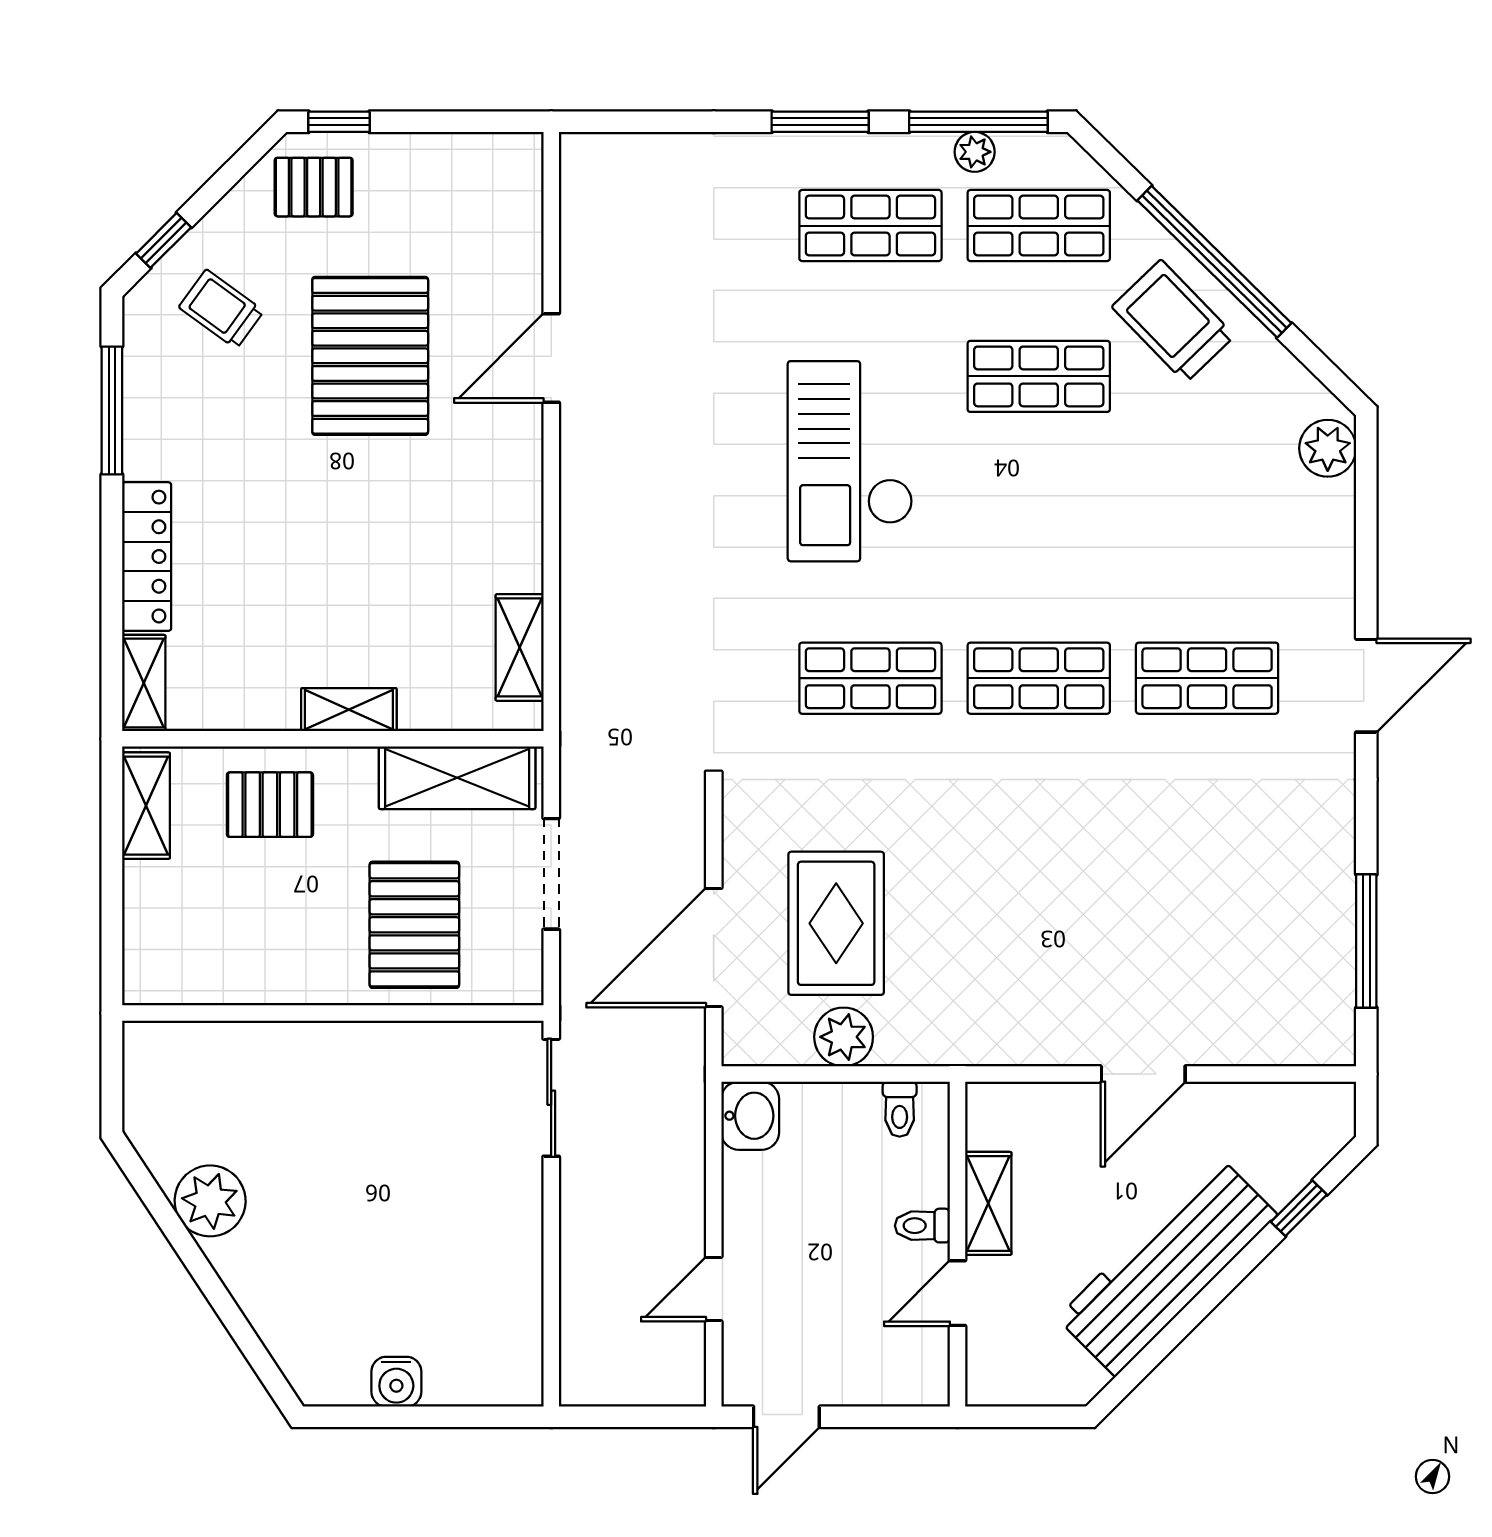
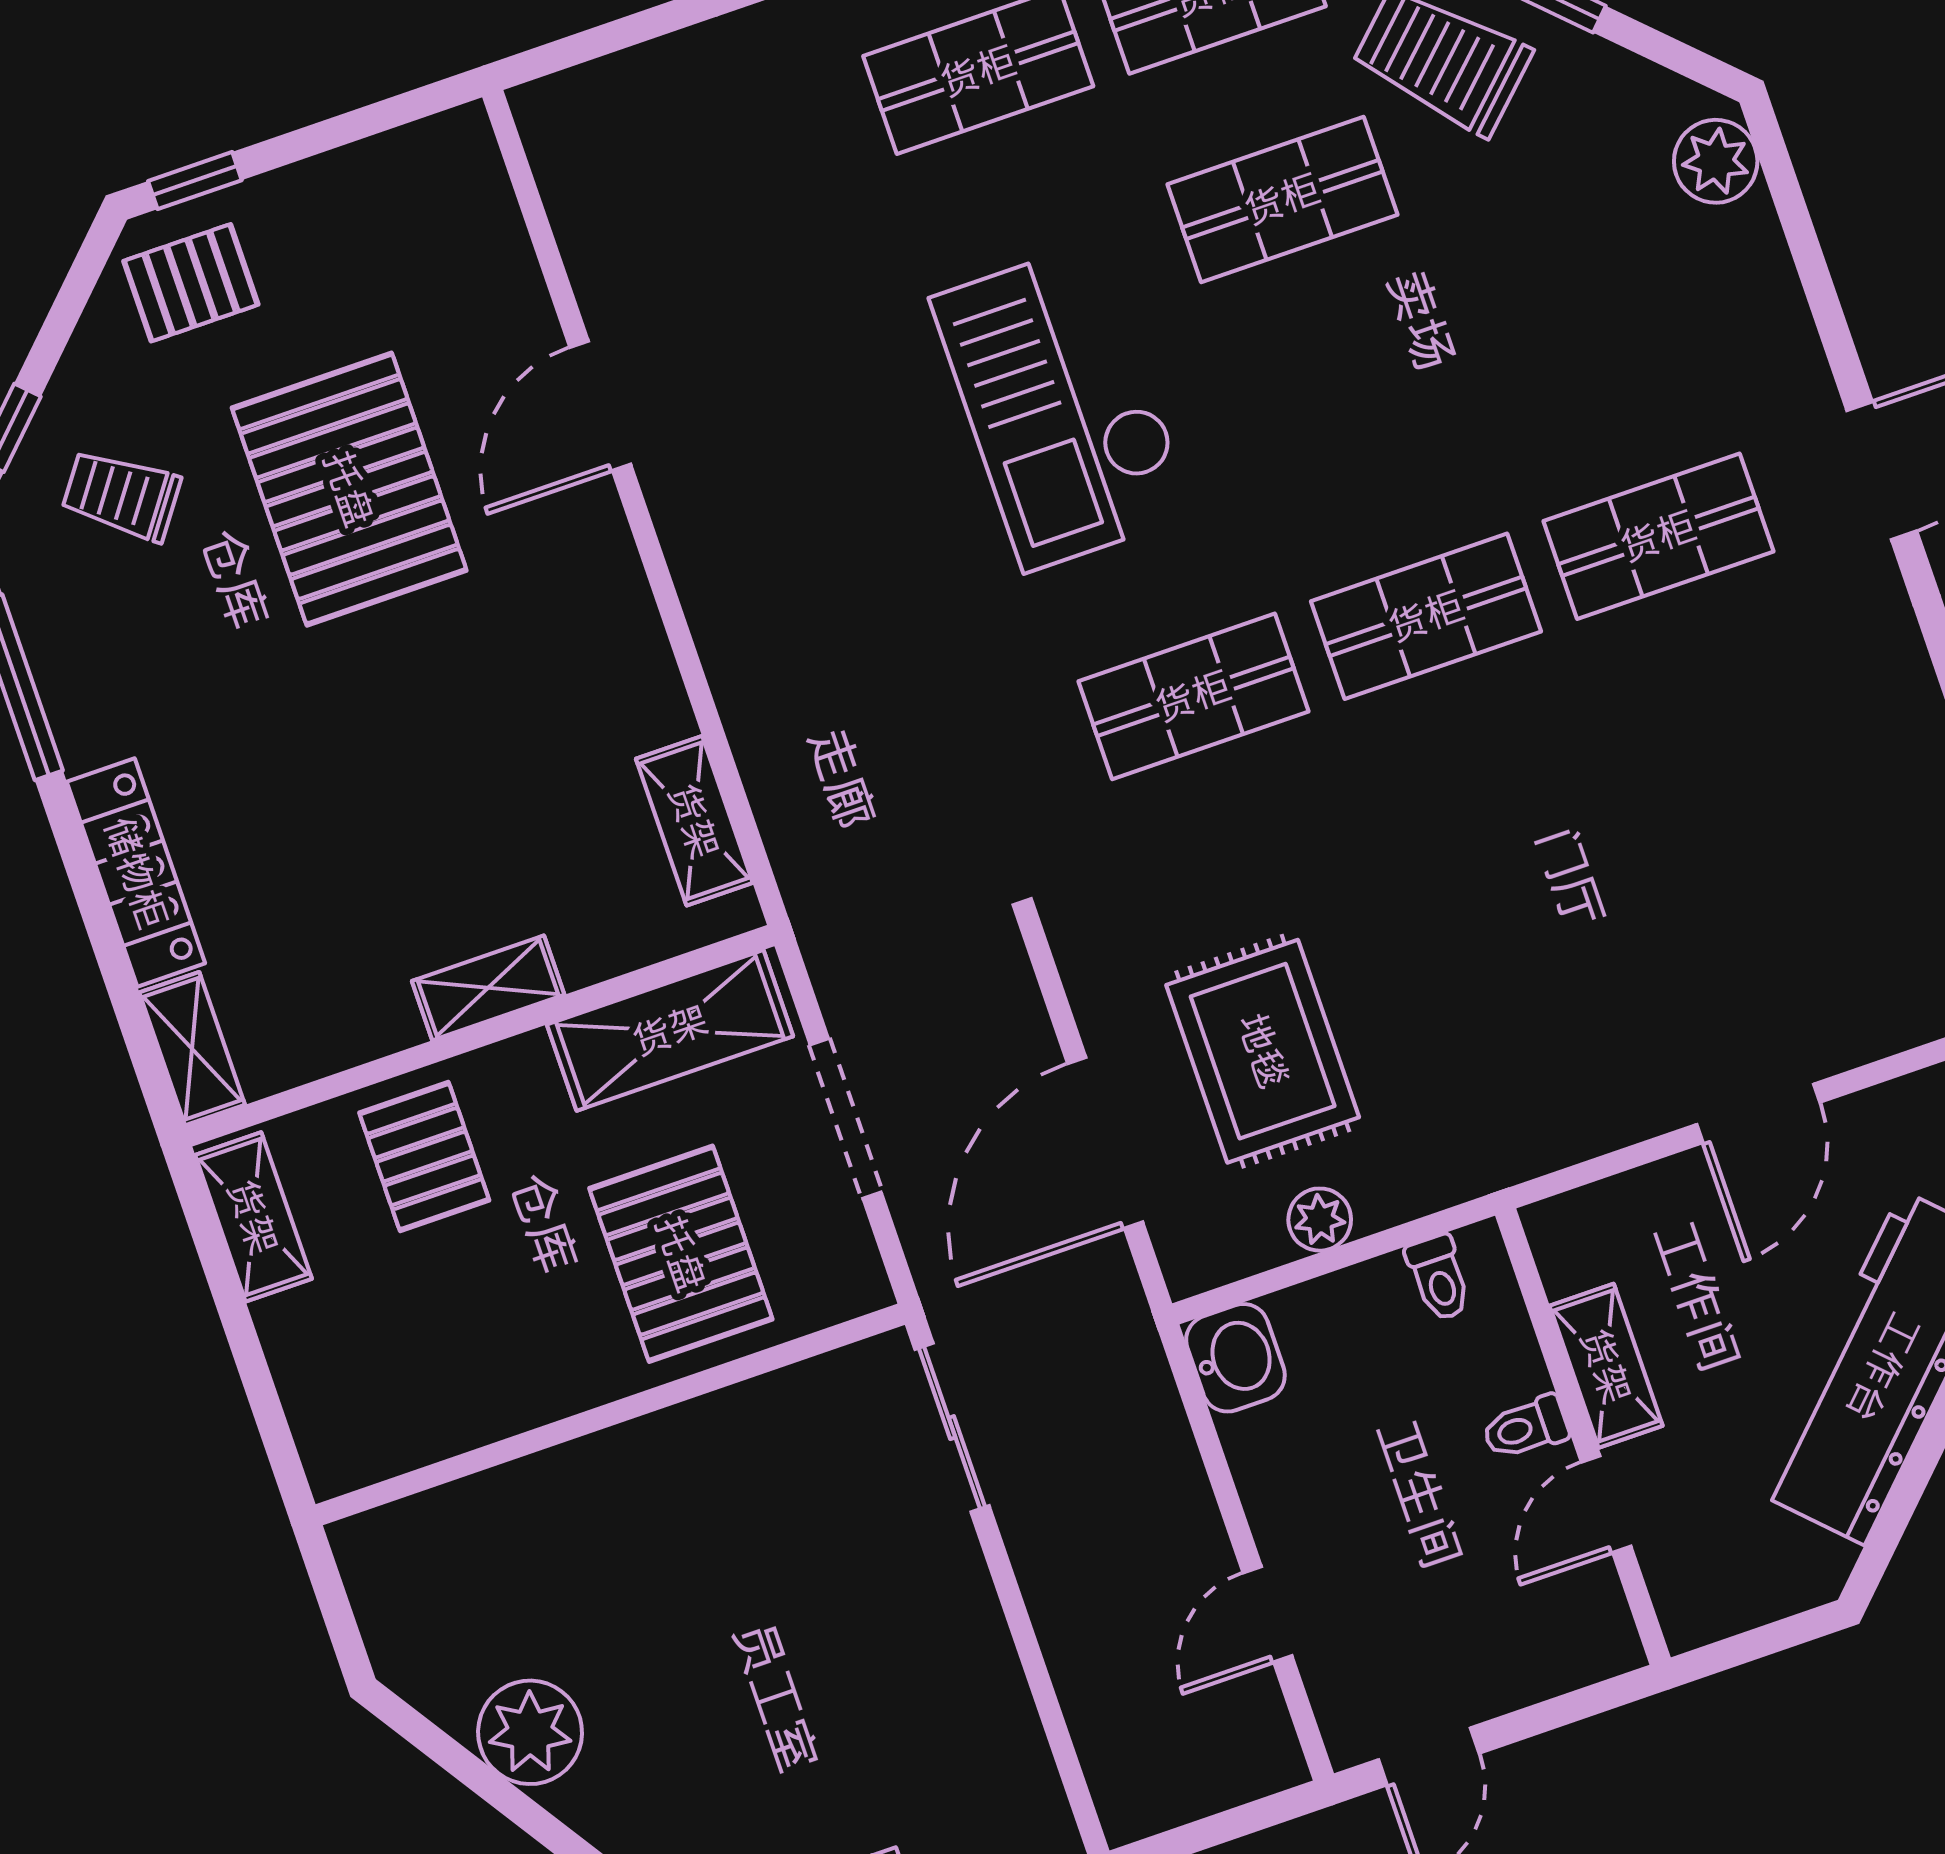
pallet: (270, 805) -> (424, 1157), turned 90
plant: (844, 1037) -> (1320, 1220), width x0.73, depth x0.73

